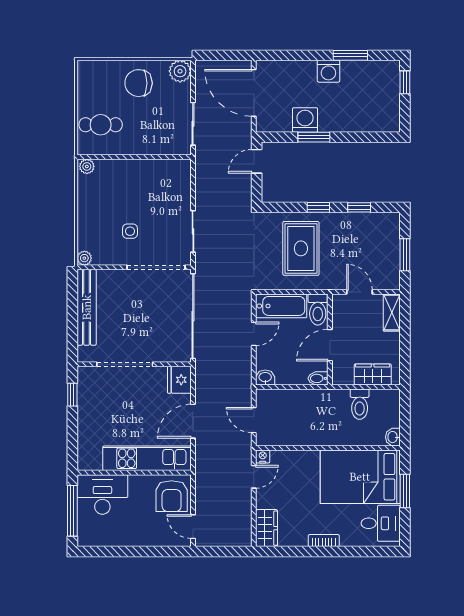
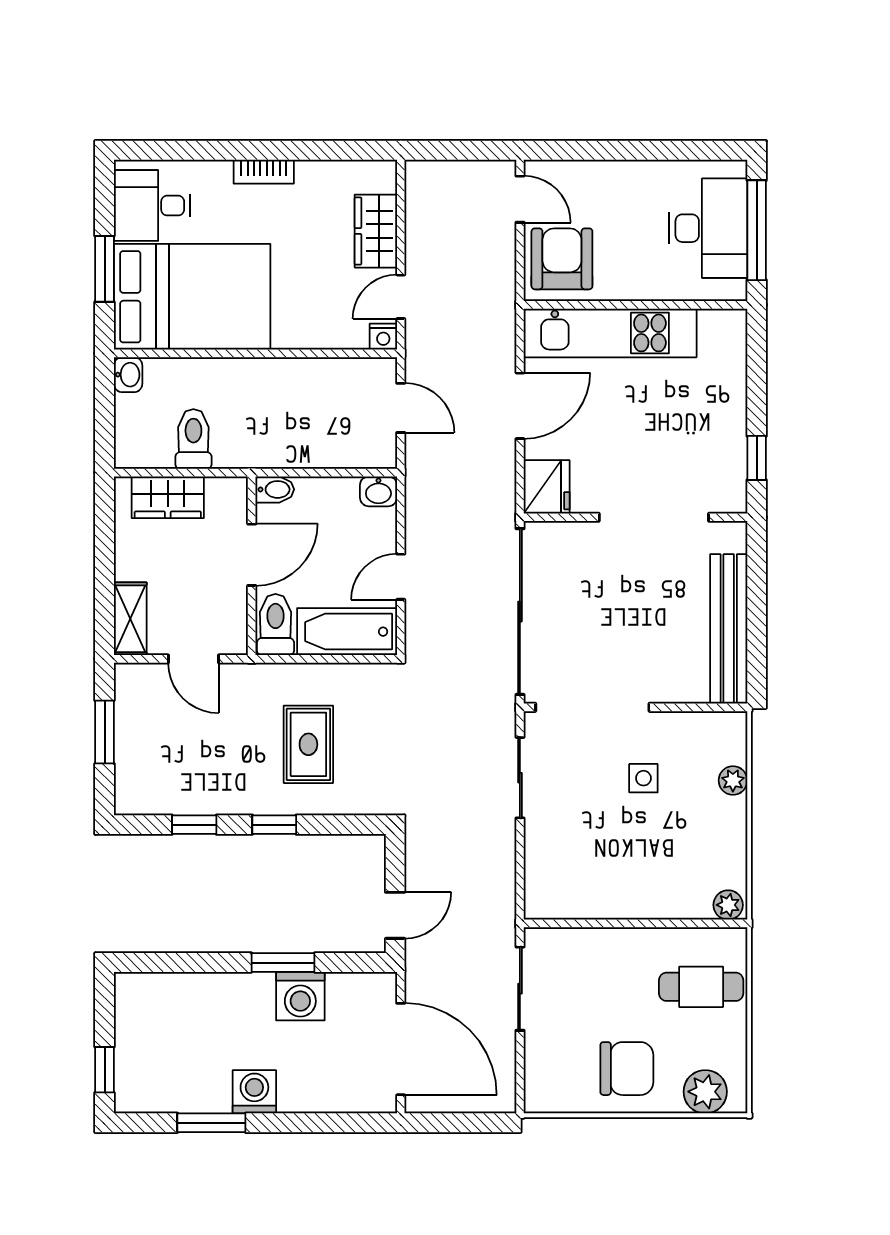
plant: (180, 71) -> (705, 1092), moved
rug: (301, 248) -> (308, 744), width x0.73, depth x0.70
plant: (84, 258) -> (733, 780), moved
desk: (102, 494) -> (708, 228), moved, turned -90
wardrobe: (267, 528) -> (376, 231), moved

